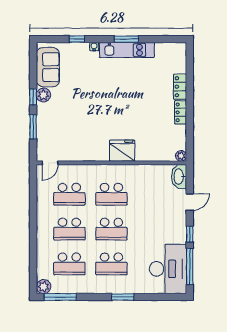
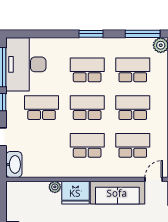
sofa: (83, 151) -> (117, 193), added
plant: (181, 156) -> (55, 187), moved
school desk: (153, 229) -> (42, 108), added
window: (123, 297) -> (91, 34), moved

